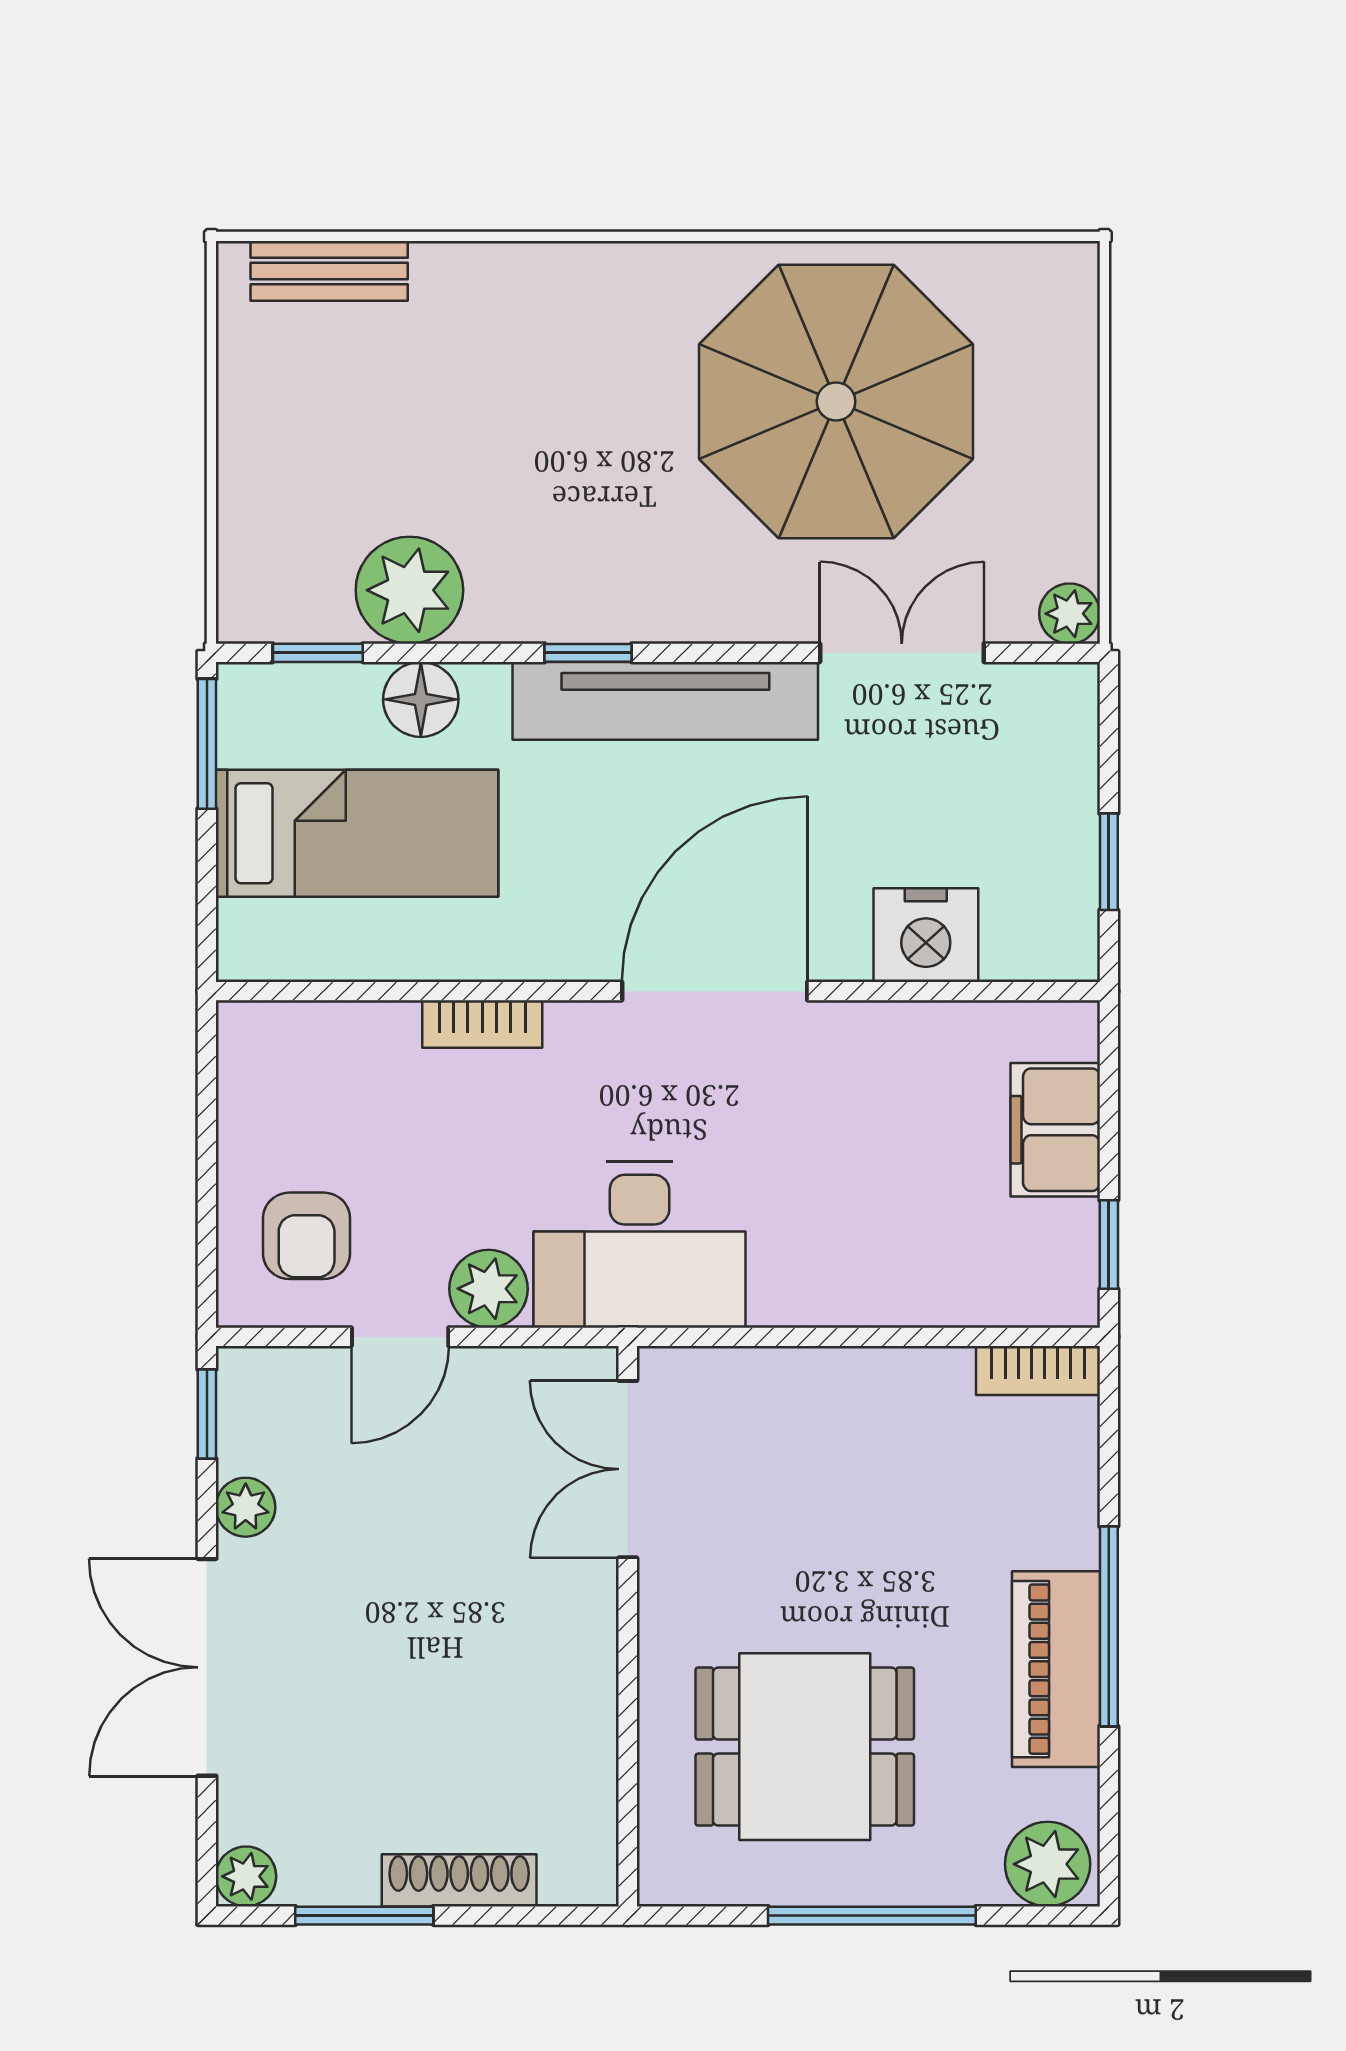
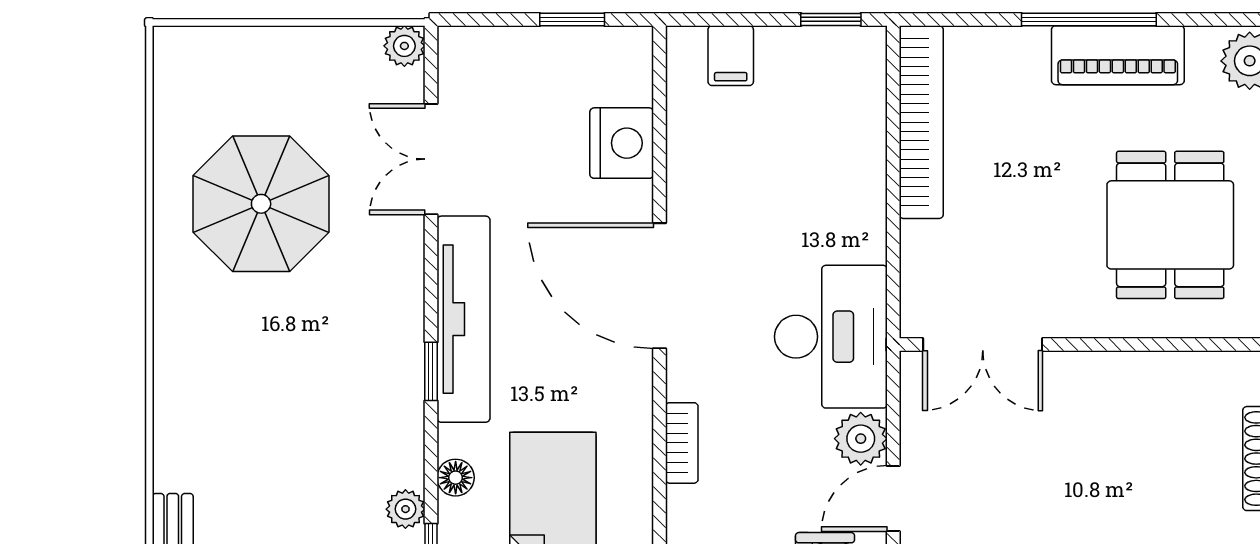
parasol: (836, 402) -> (261, 204), width x0.73, depth x0.73
plant: (409, 590) -> (405, 509), width x0.53, depth x0.53
floor lamp: (421, 699) -> (456, 478), width x0.73, depth x0.73
filing cabinet: (1055, 1130) -> (731, 56), width x0.50
door: (400, 1337) -> (893, 498), swing flipped
bookcase: (1038, 1371) -> (921, 122), width x2.31, depth x1.31

